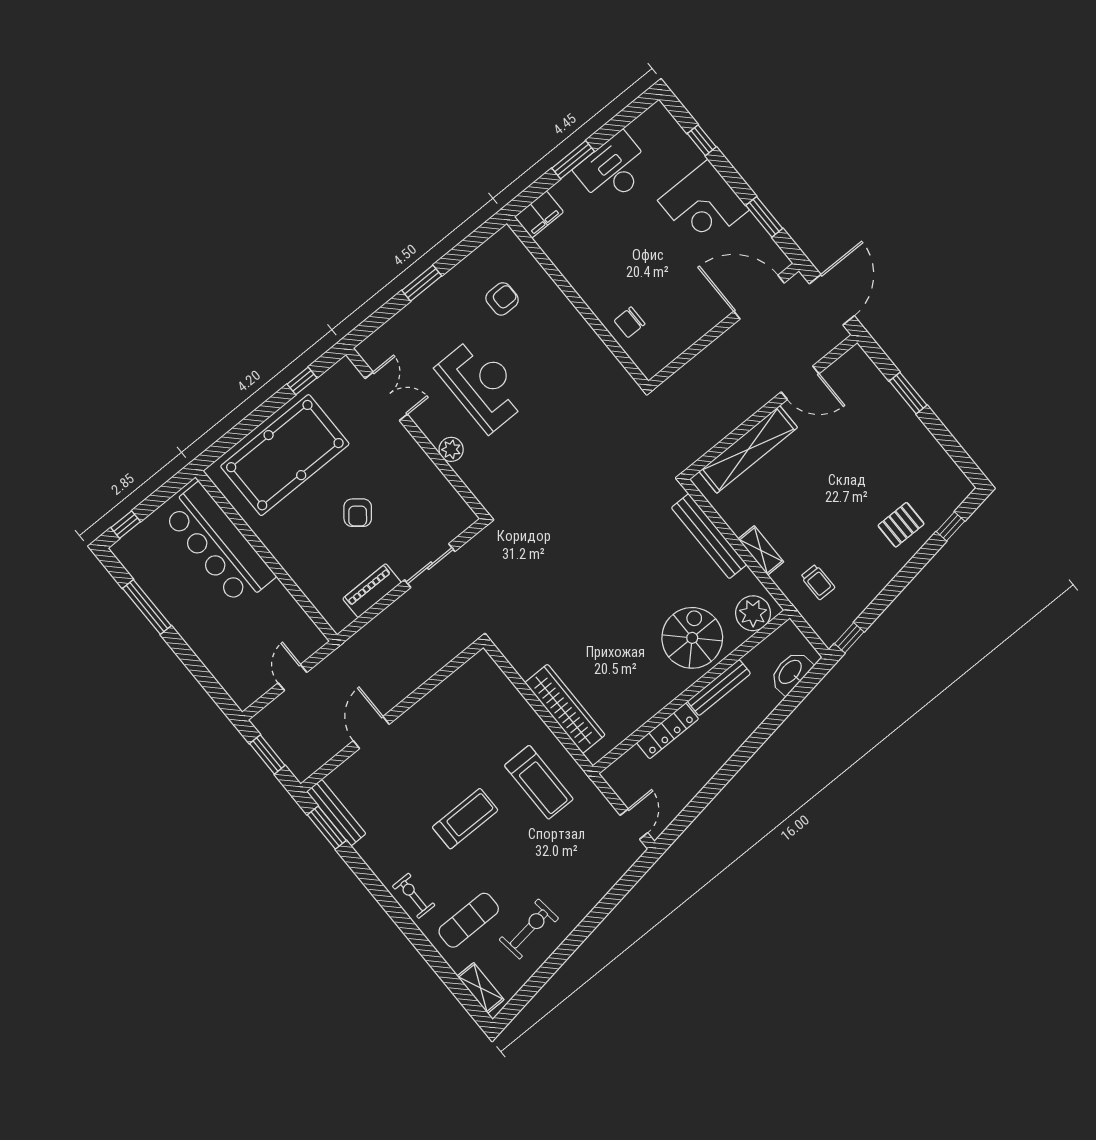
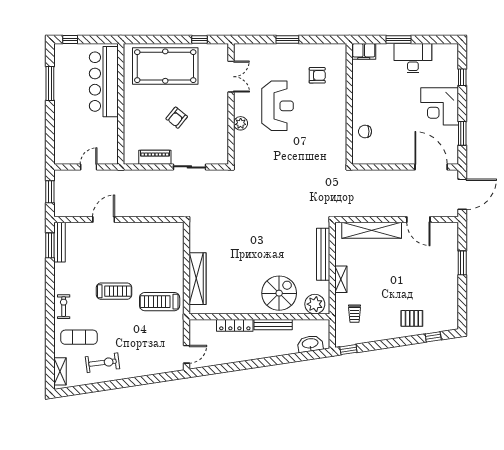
treadmill: (539, 782) -> (160, 302), turned 90

